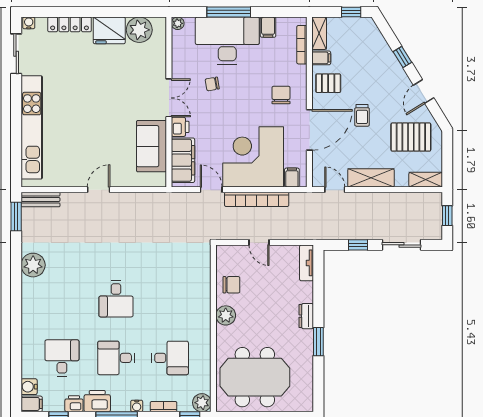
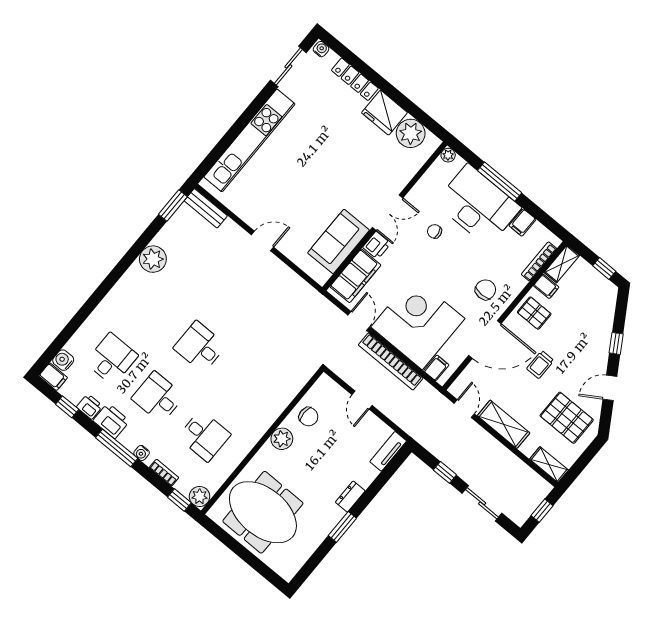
desk: (116, 299) -> (200, 347), turned 90

